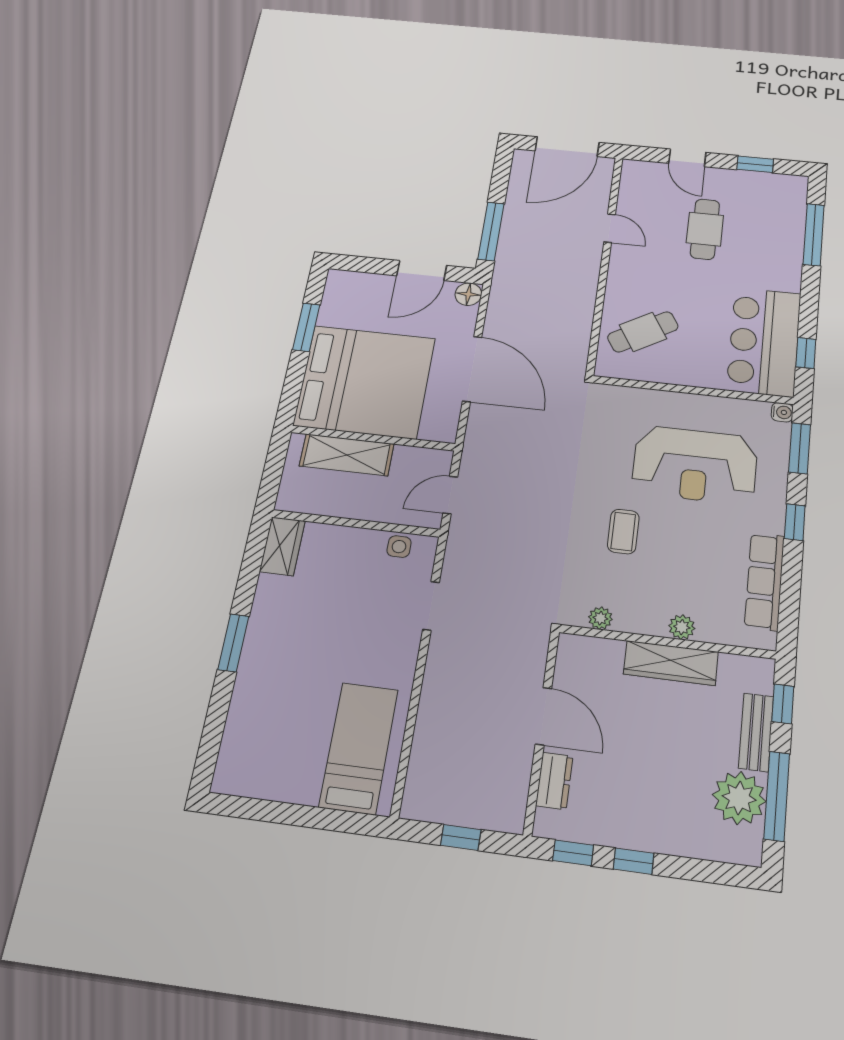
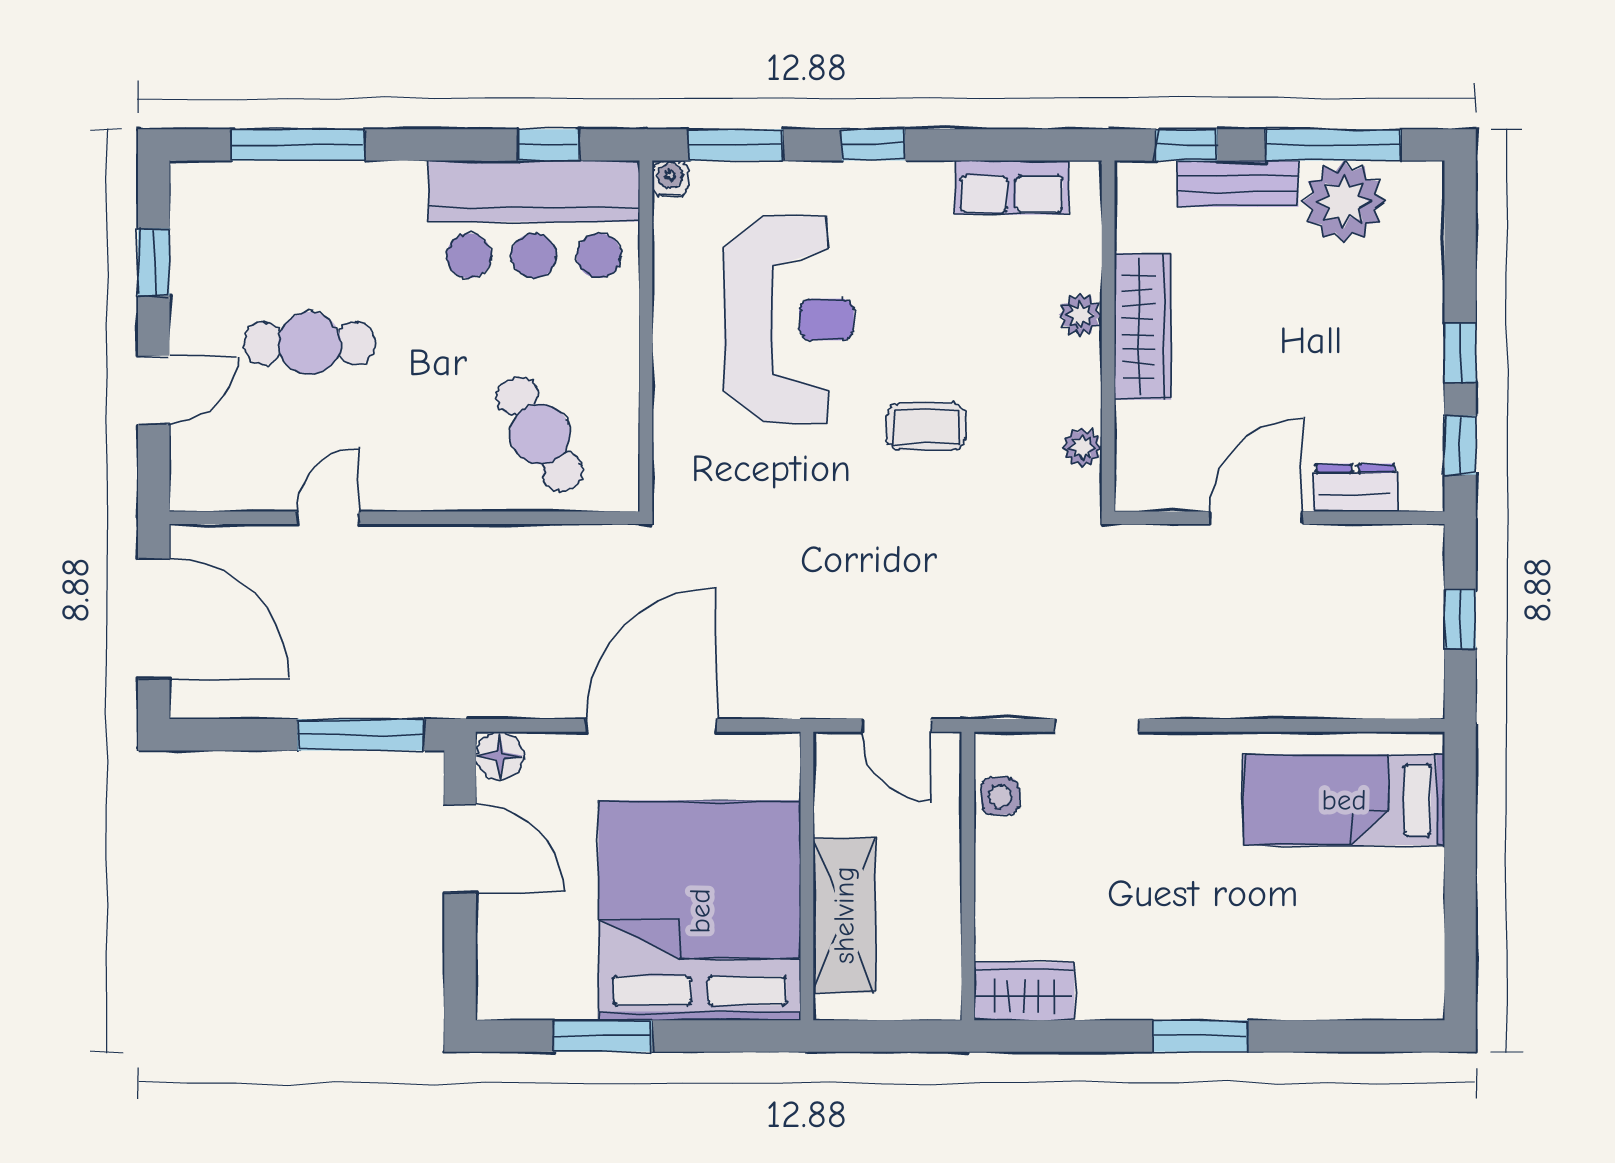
row of seats: (765, 581) -> (1012, 188), width x0.68

